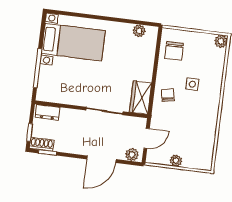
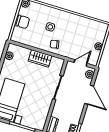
chair: (174, 51) -> (23, 22), moved
wardrobe: (141, 98) -> (40, 58), moved
door: (147, 138) -> (81, 63), hinge flipped

